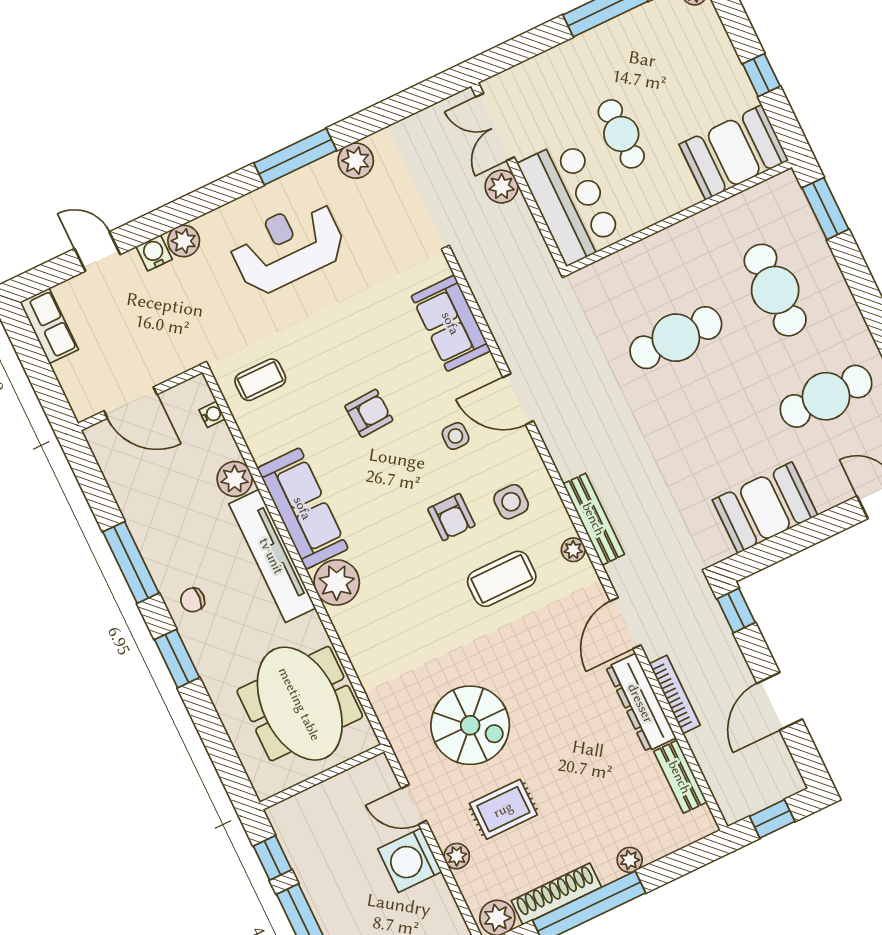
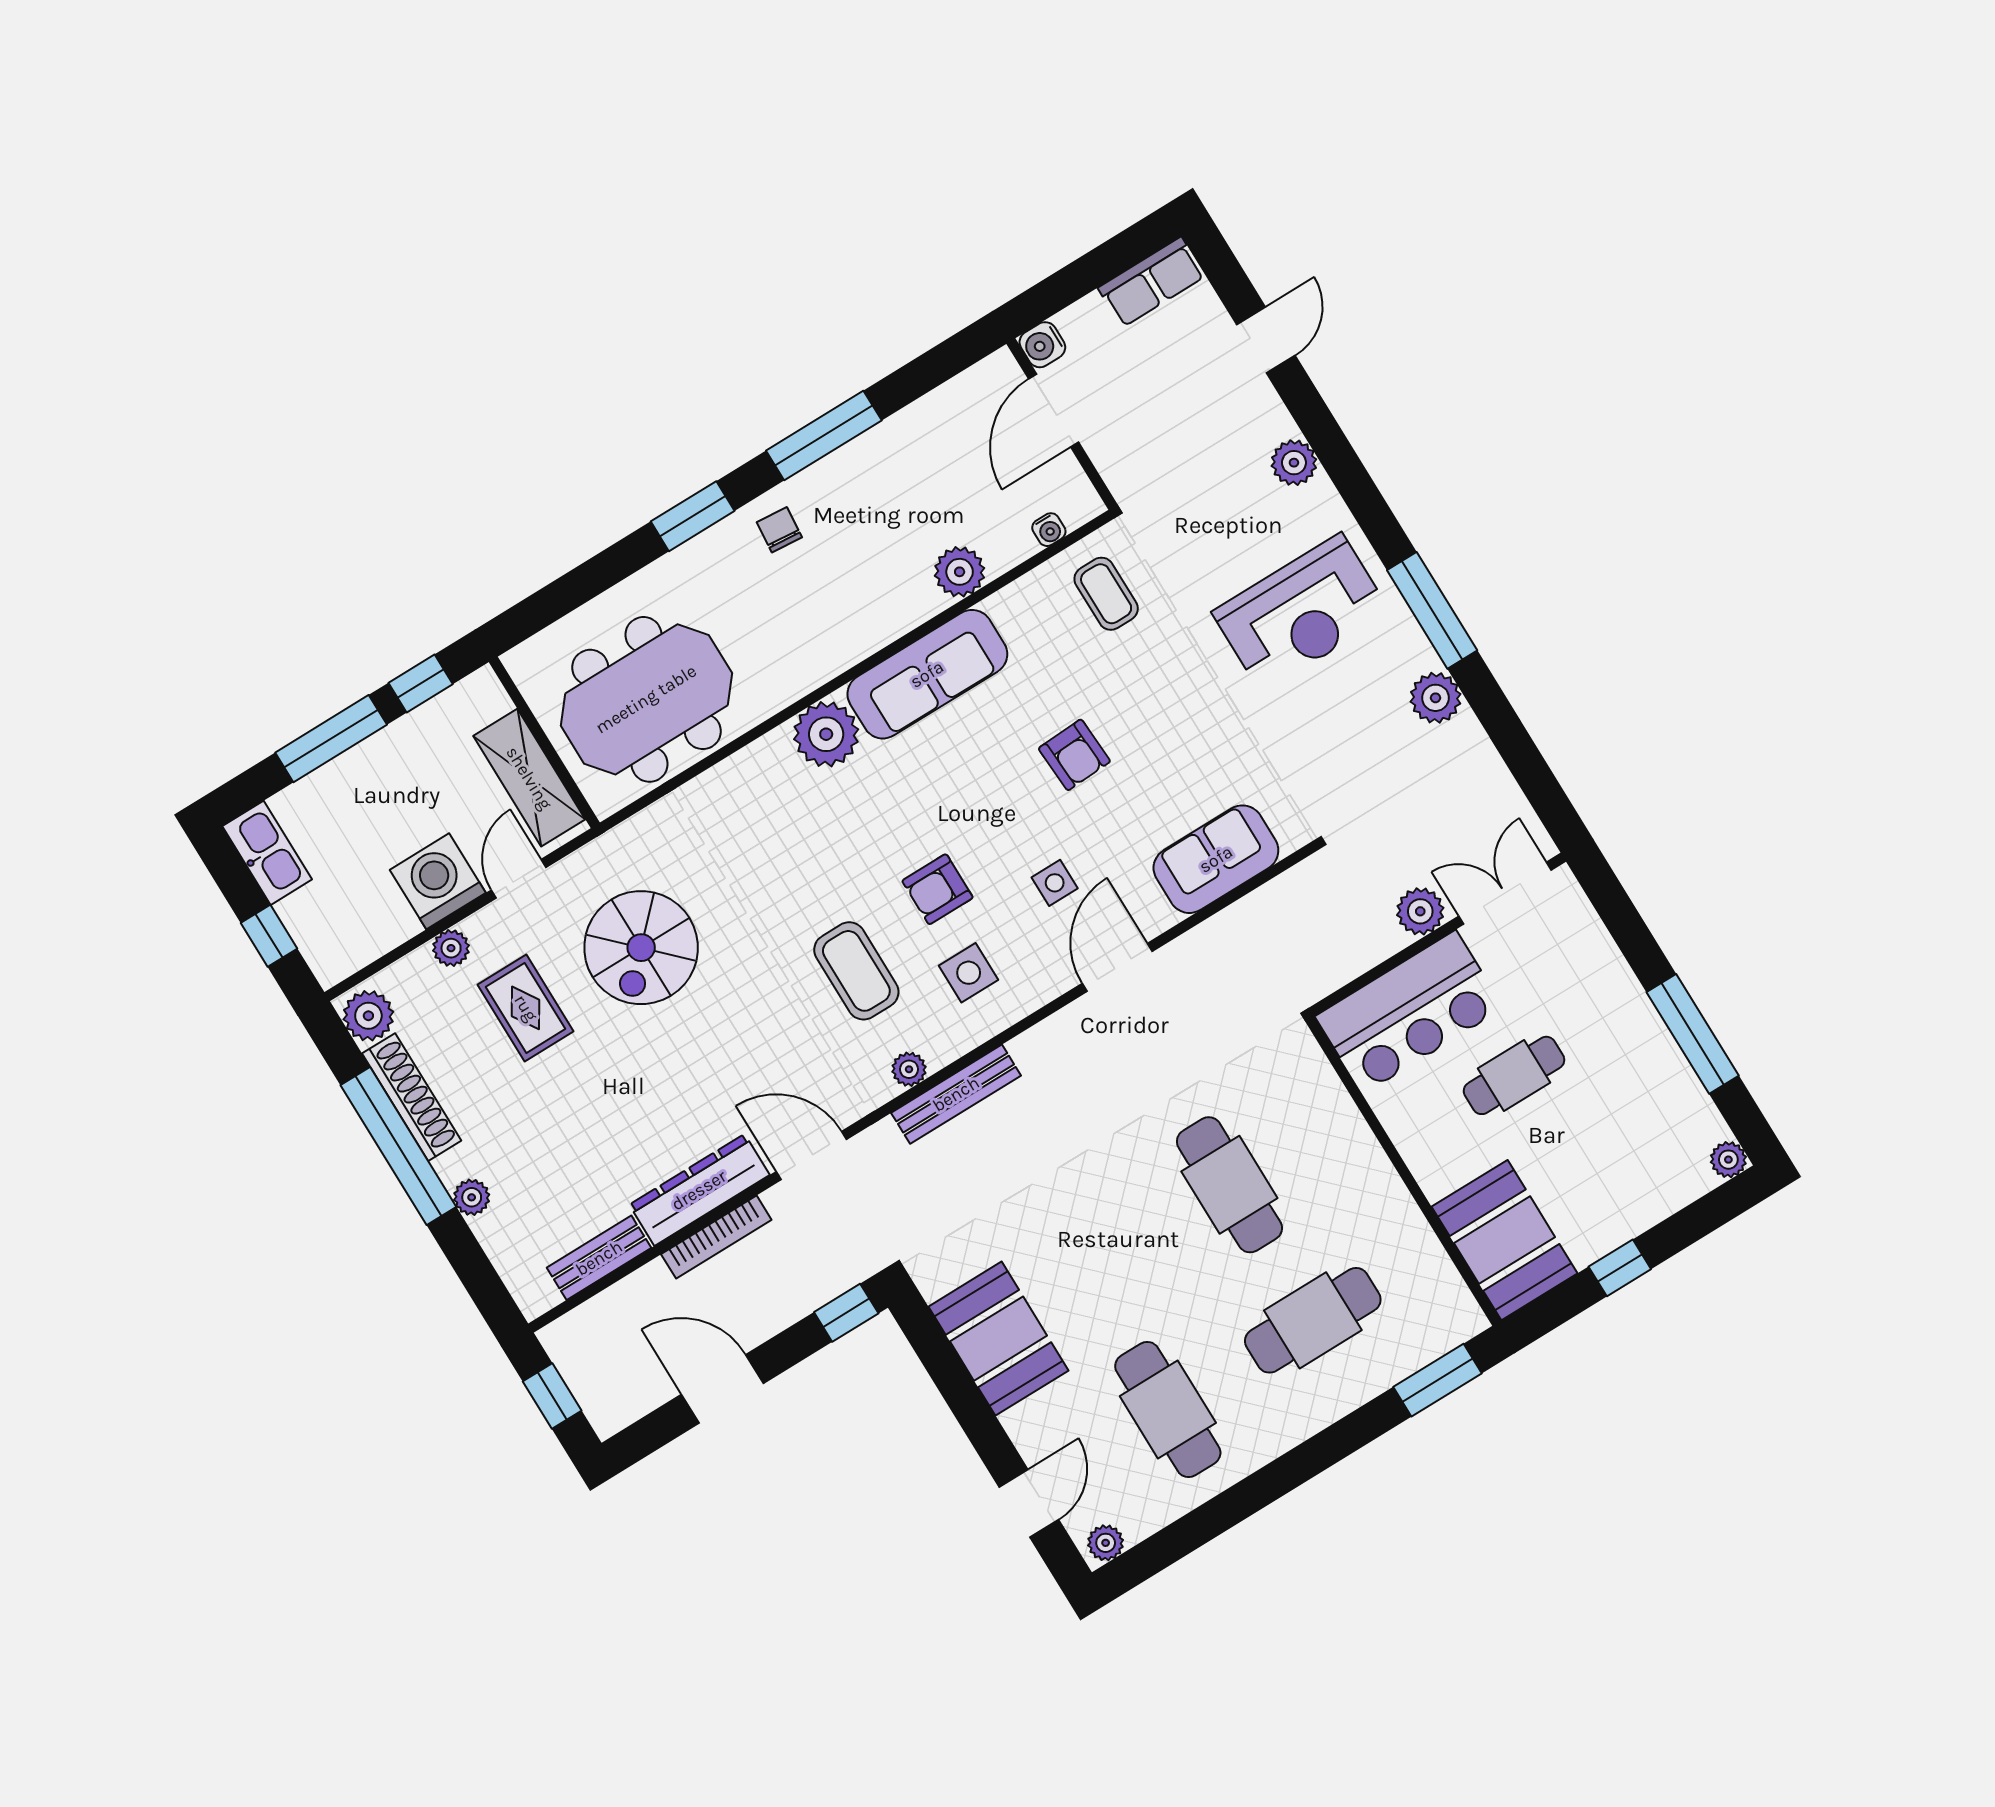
reception desk: (288, 247) -> (1301, 613), turned 90
water cooler: (154, 253) -> (1042, 345), moved, turned 180
tv unit: (272, 556) -> (855, 637), removed
shelving: (345, 790) -> (529, 778), added

